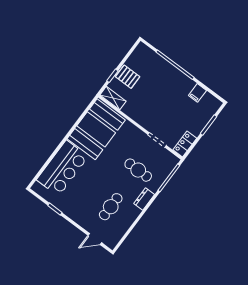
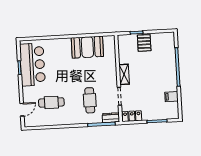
shelving: (113, 98) -> (124, 74), moved
booth: (96, 129) -> (87, 47), width x0.73, depth x0.70
bar counter: (62, 168) -> (32, 65), moved, turned -90
dresser: (144, 199) -> (111, 118), moved
door: (95, 239) -> (22, 110), swing flipped

